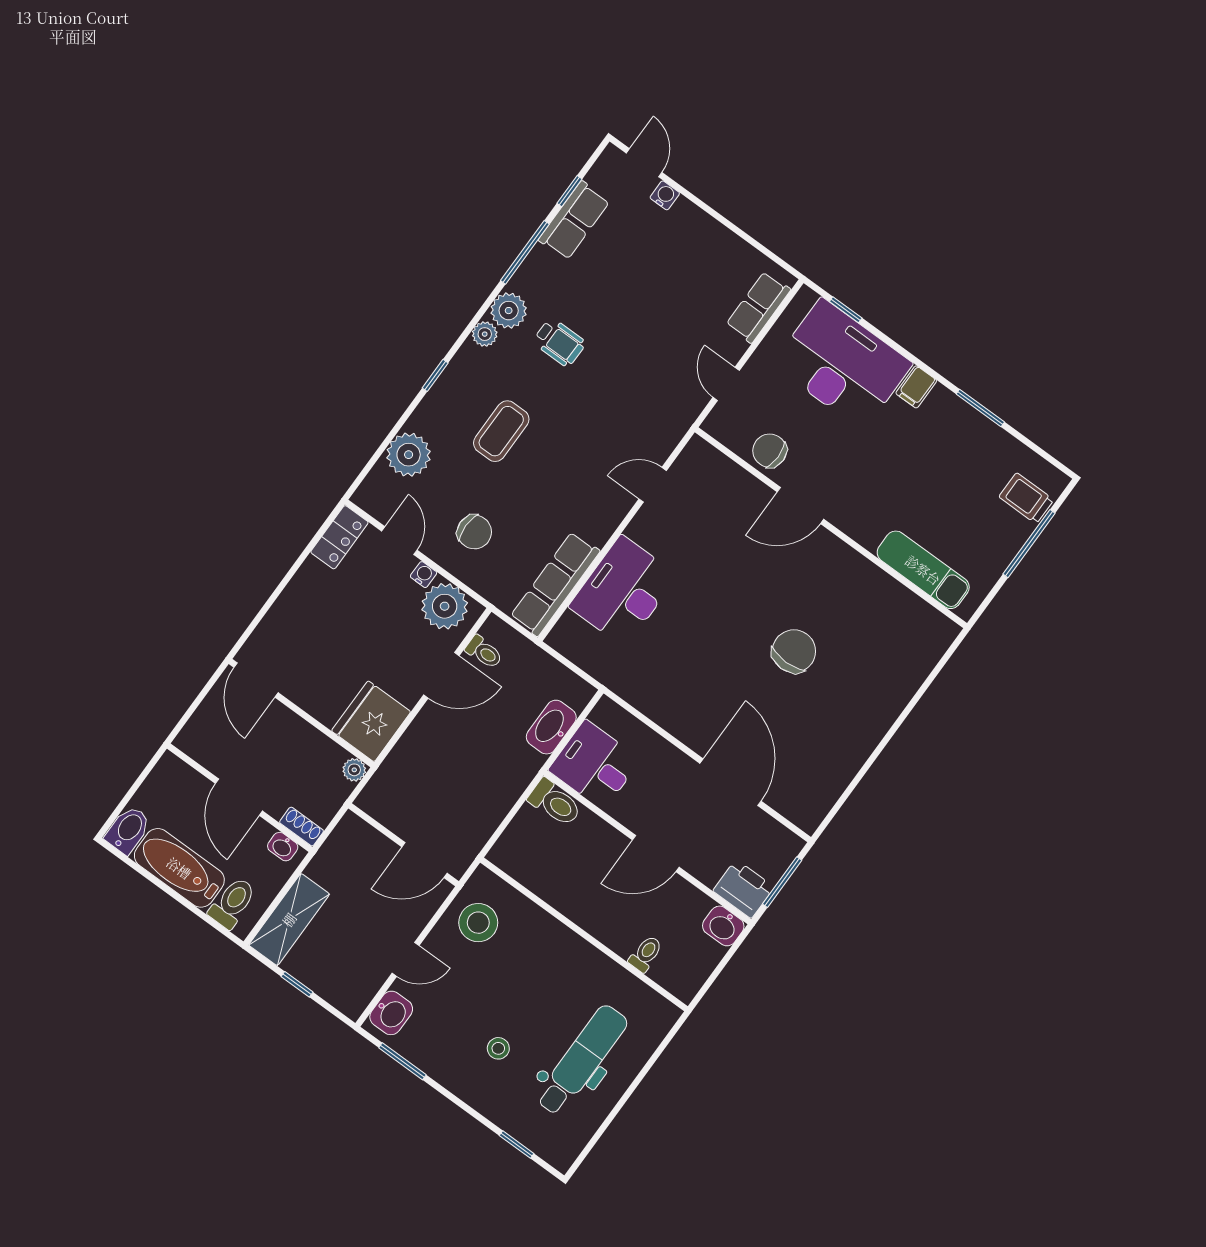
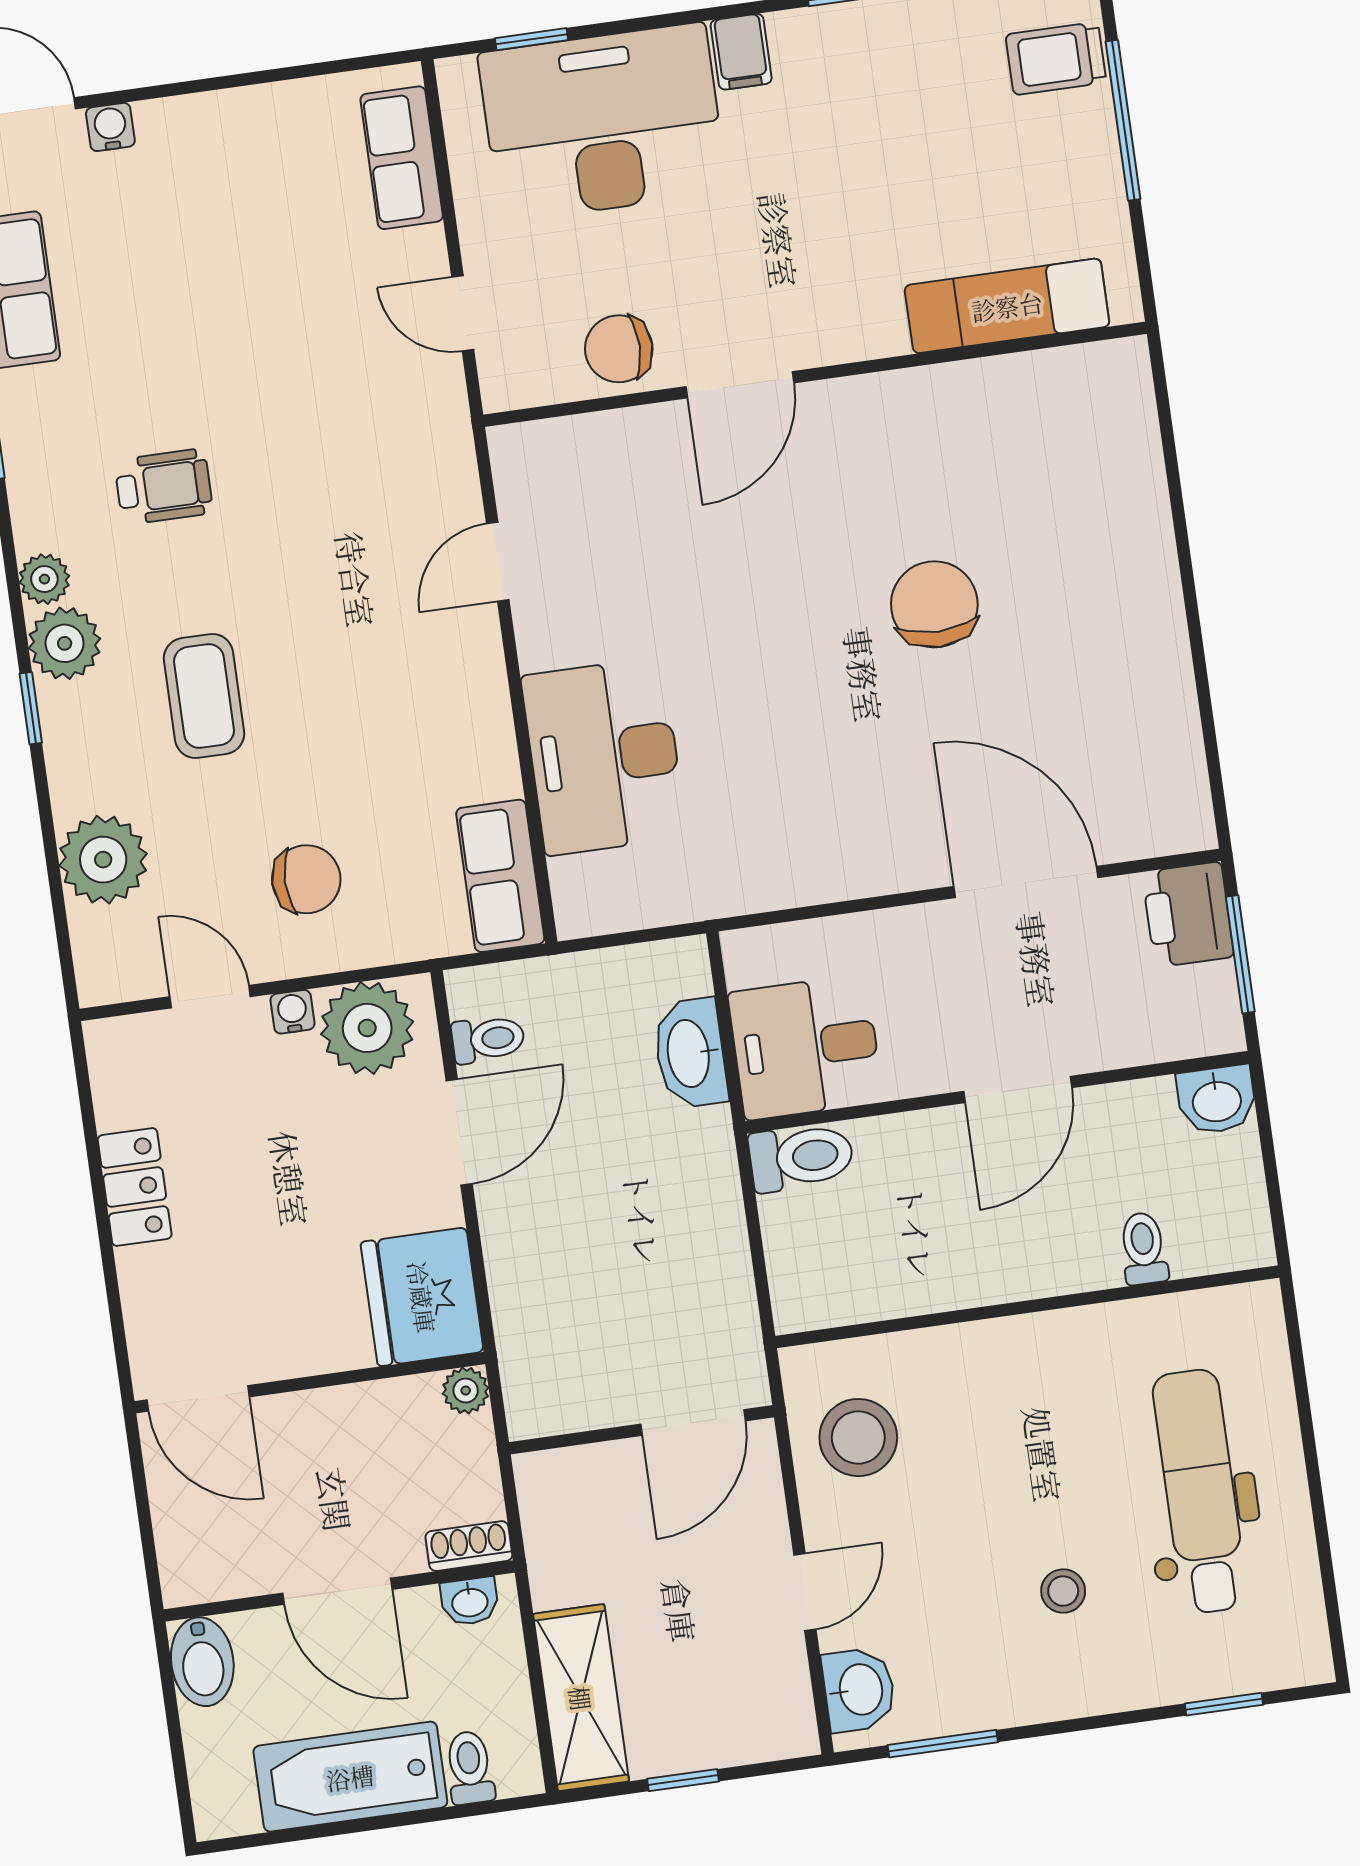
plant: (509, 311) -> (65, 643), moved
locker: (339, 537) -> (135, 1187), moved
row of seats: (555, 584) -> (500, 876), width x0.68
bidet: (128, 830) -> (202, 1662), moved, turned 180
printer: (744, 889) -> (1188, 914), moved, turned -90
toilet: (232, 903) -> (470, 1768), width x0.73, depth x0.72

